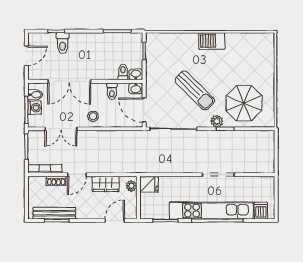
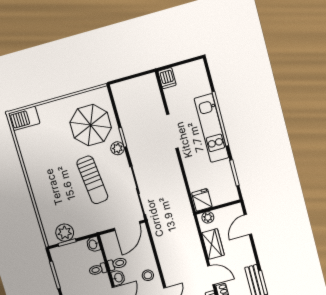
barbecue: (212, 41) -> (24, 118), moved, turned 90
plant: (154, 51) -> (65, 233), added
toilet: (123, 72) -> (98, 269), moved
washbasin: (136, 88) -> (118, 278), moved
sun lounger: (195, 90) -> (92, 180), turned 129
kitchen unit: (211, 211) -> (212, 128), width x0.73
dishwasher: (261, 211) -> (167, 78), moved, turned -90
door: (115, 221) -> (248, 224), hinge flipped

